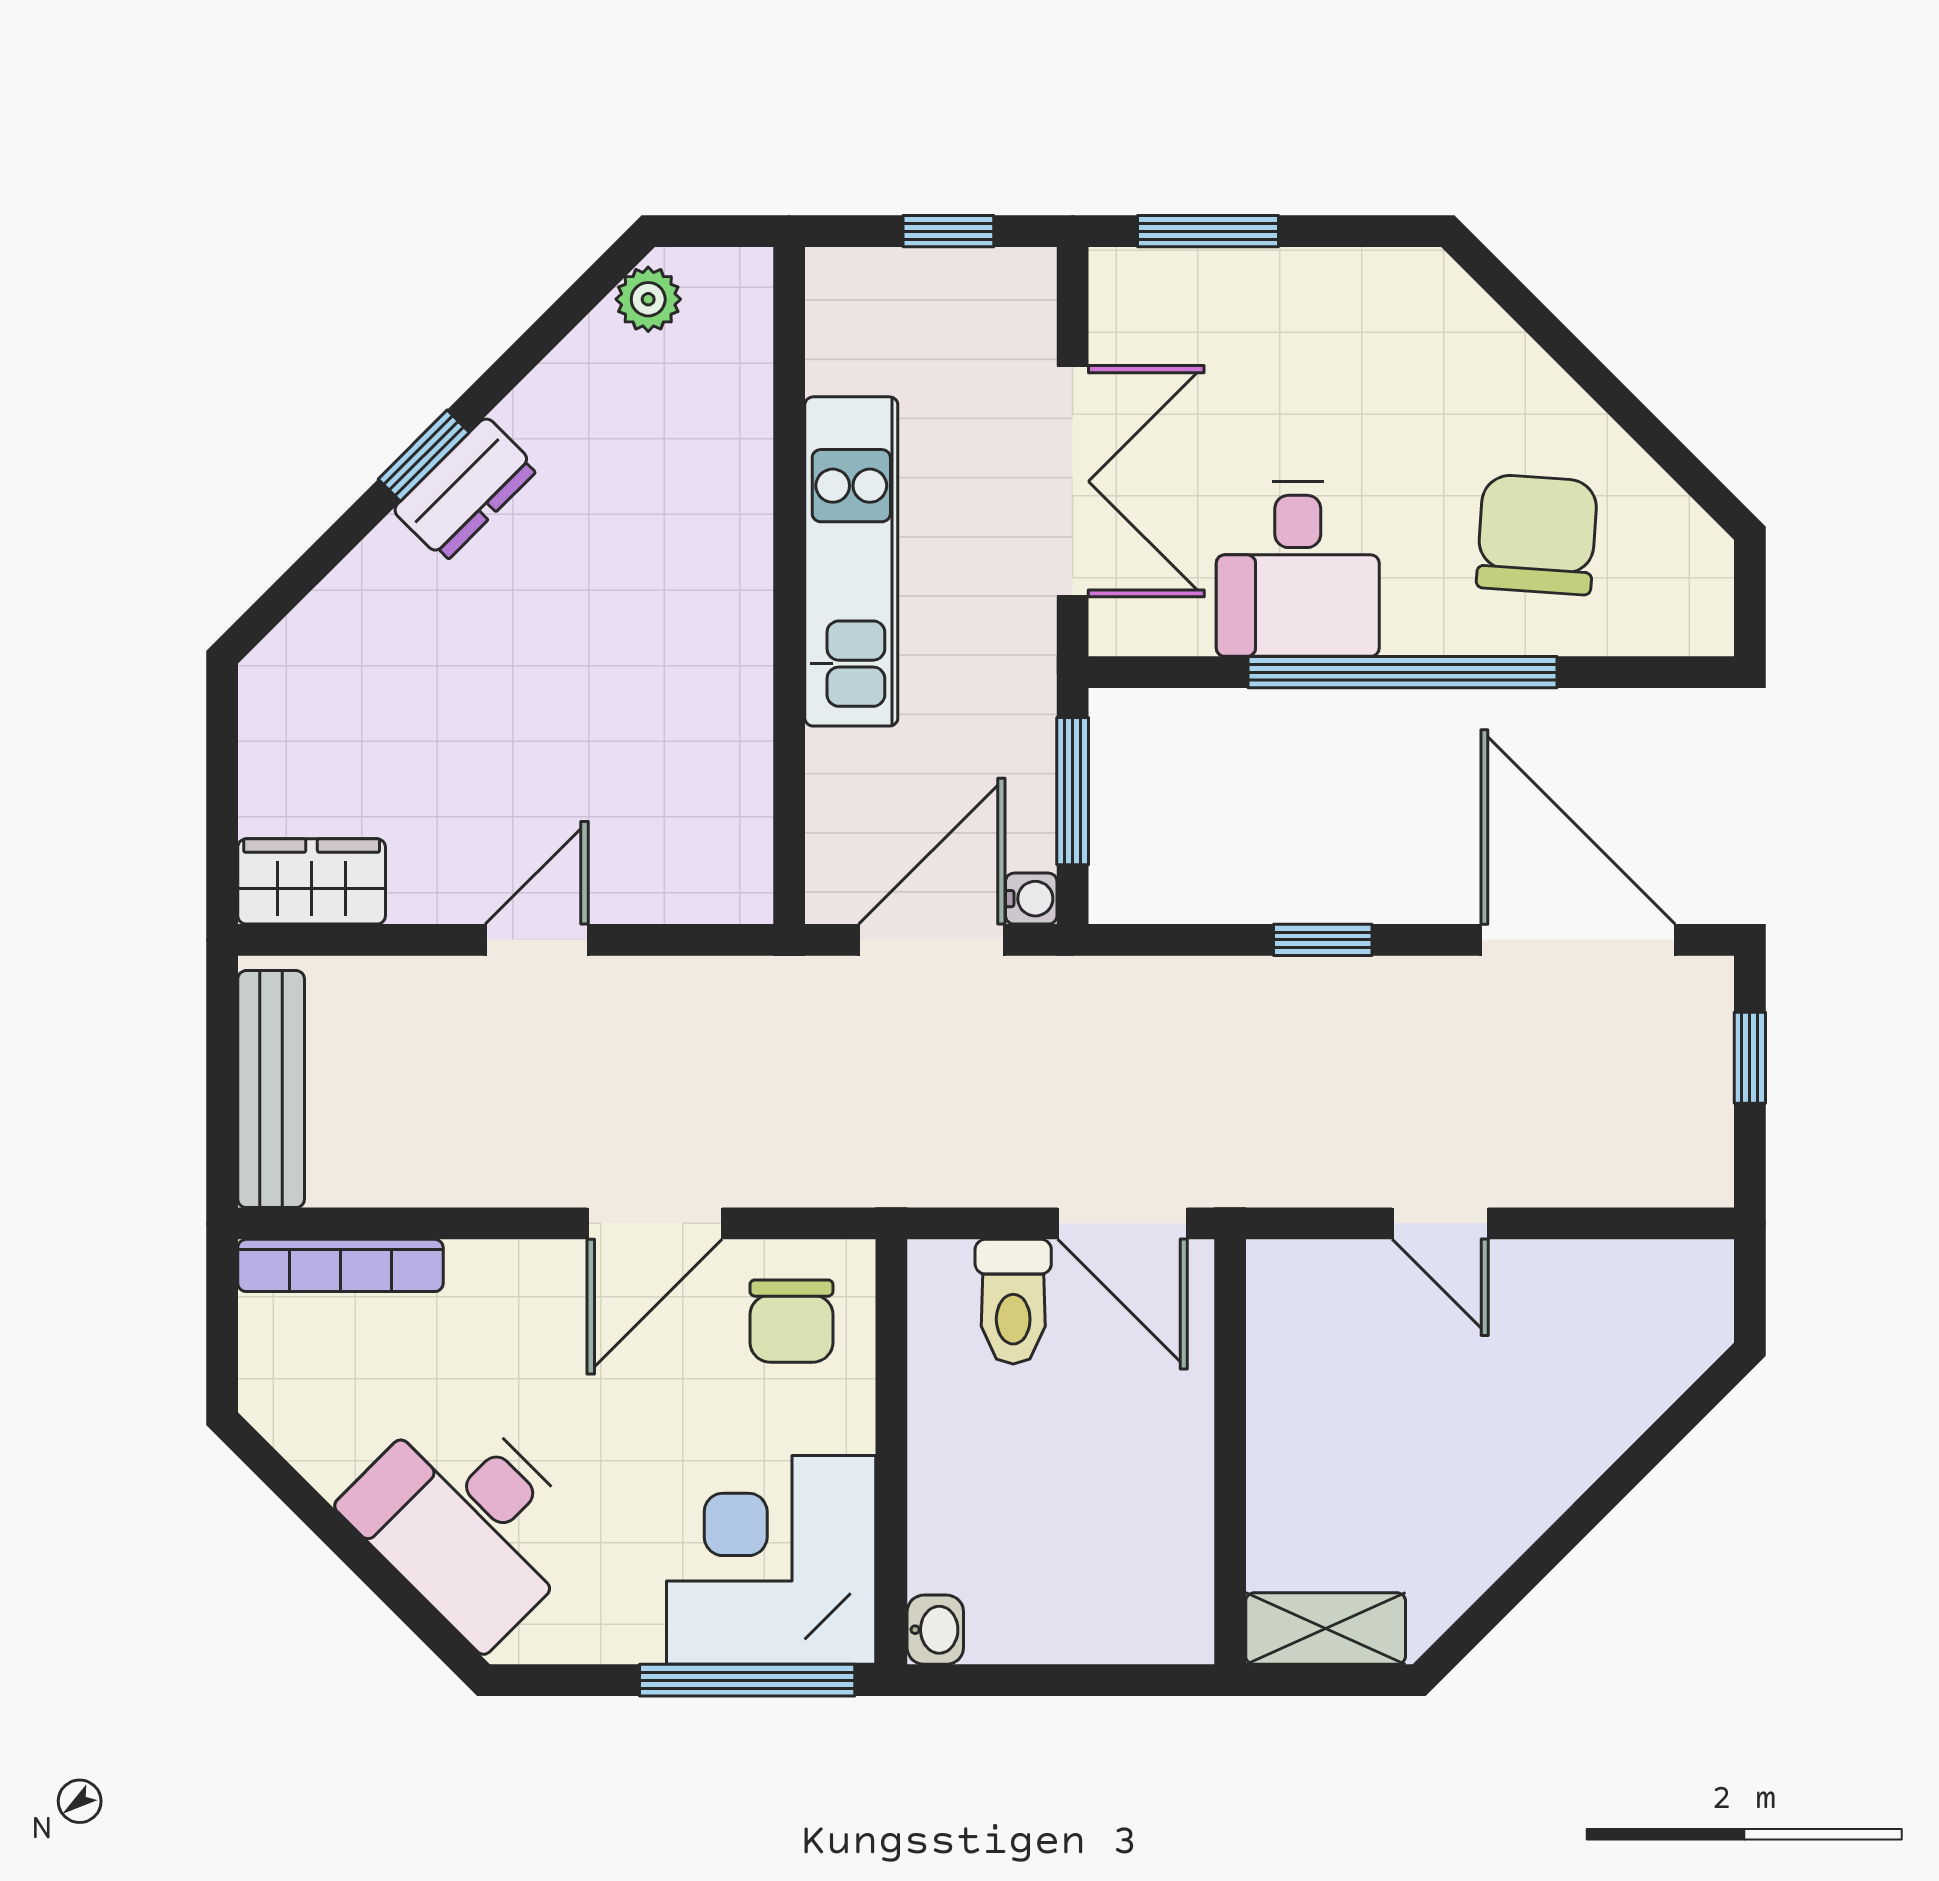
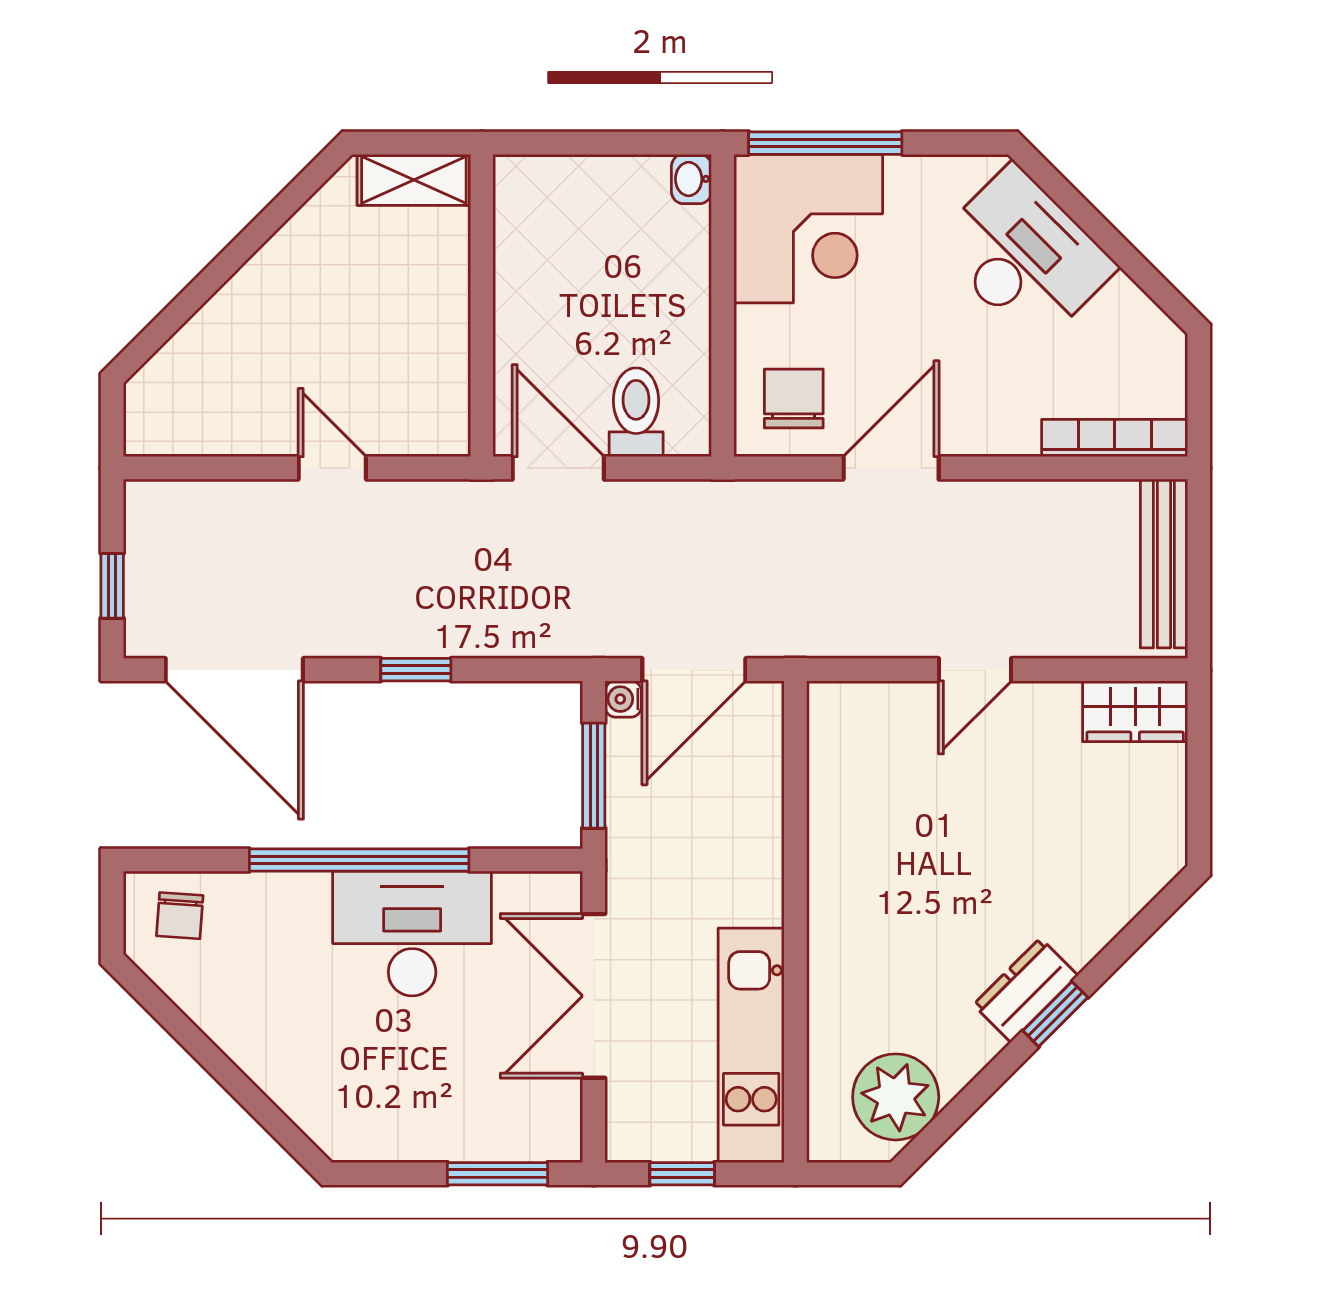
plant: (648, 299) -> (896, 1097), width x1.87, depth x1.87
chair: (1537, 535) -> (180, 916), moved, width x0.54, depth x0.54
kitchen unit: (851, 561) -> (751, 1045), moved
desk: (1298, 569) -> (412, 934), width x1.37

